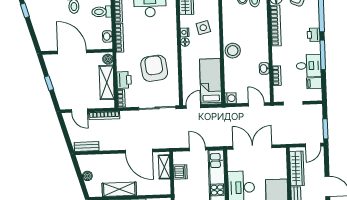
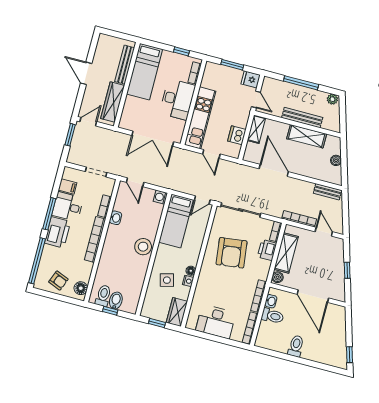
toilet: (102, 12) -> (273, 316), moved
bookcase: (276, 26) -> (95, 239), moved
printer: (314, 35) -> (58, 232), width x1.87, depth x1.48
shelving: (164, 167) -> (256, 129), moved

